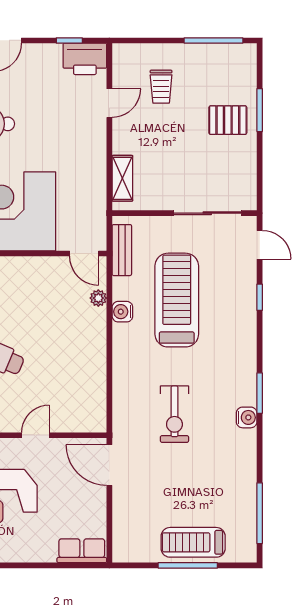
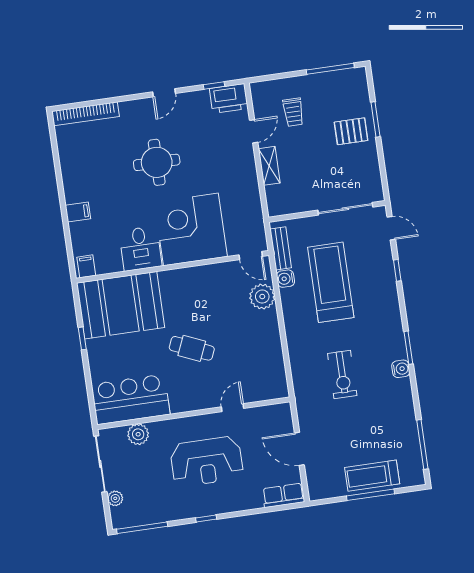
shelving: (122, 178) -> (269, 166), moved
plant: (98, 298) -> (262, 297), width x1.87, depth x1.87
water cooler: (122, 312) -> (286, 279), moved
door: (109, 465) -> (299, 449), moved

